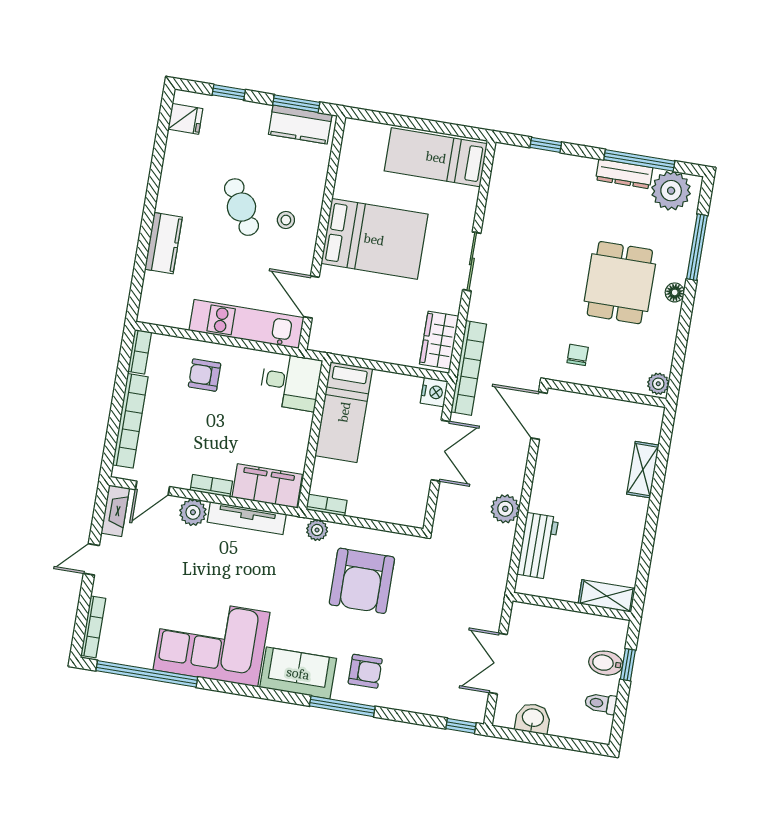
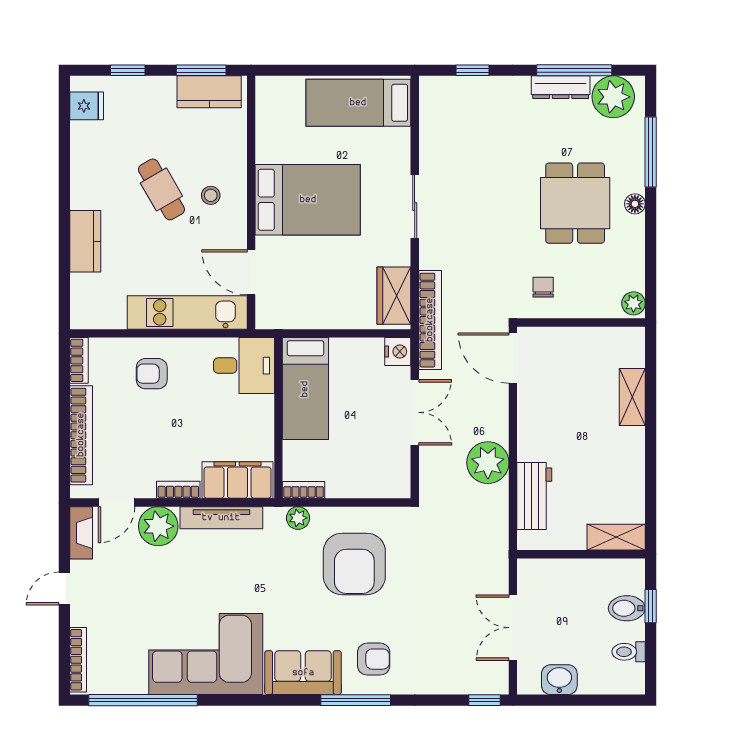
plant: (505, 509) -> (488, 463), width x1.36, depth x1.36
plant: (193, 512) -> (158, 526), width x1.36, depth x1.36

